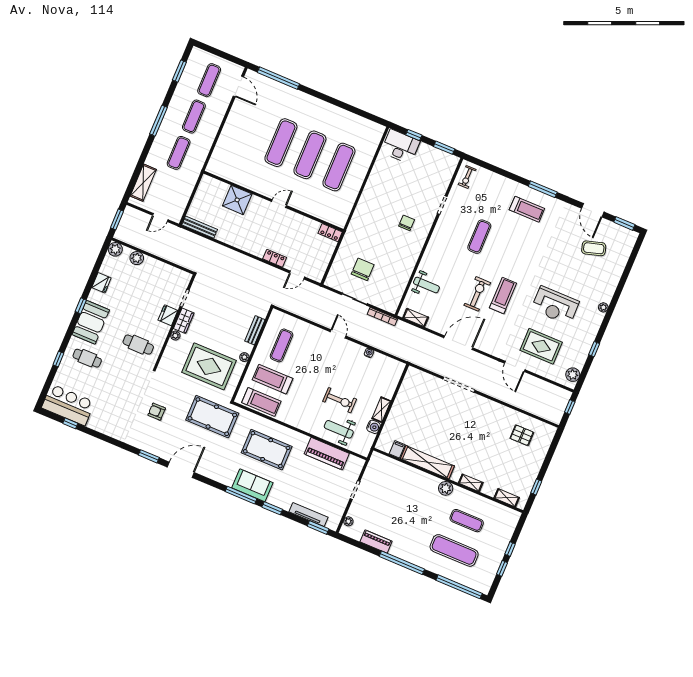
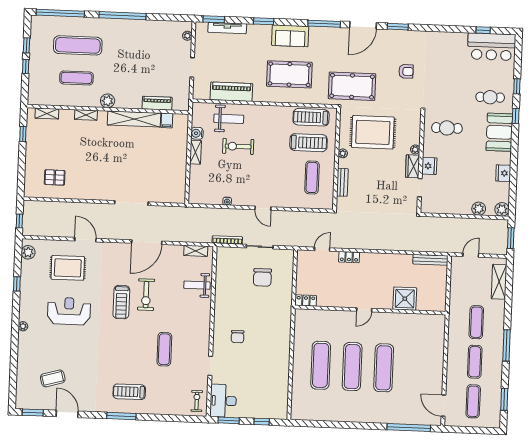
desk: (400, 147) -> (223, 401), moved, turned 90
window: (81, 306) -> (516, 116), moved
window: (241, 495) -> (324, 24), moved
piano: (376, 541) -> (157, 103), moved, turned 180

